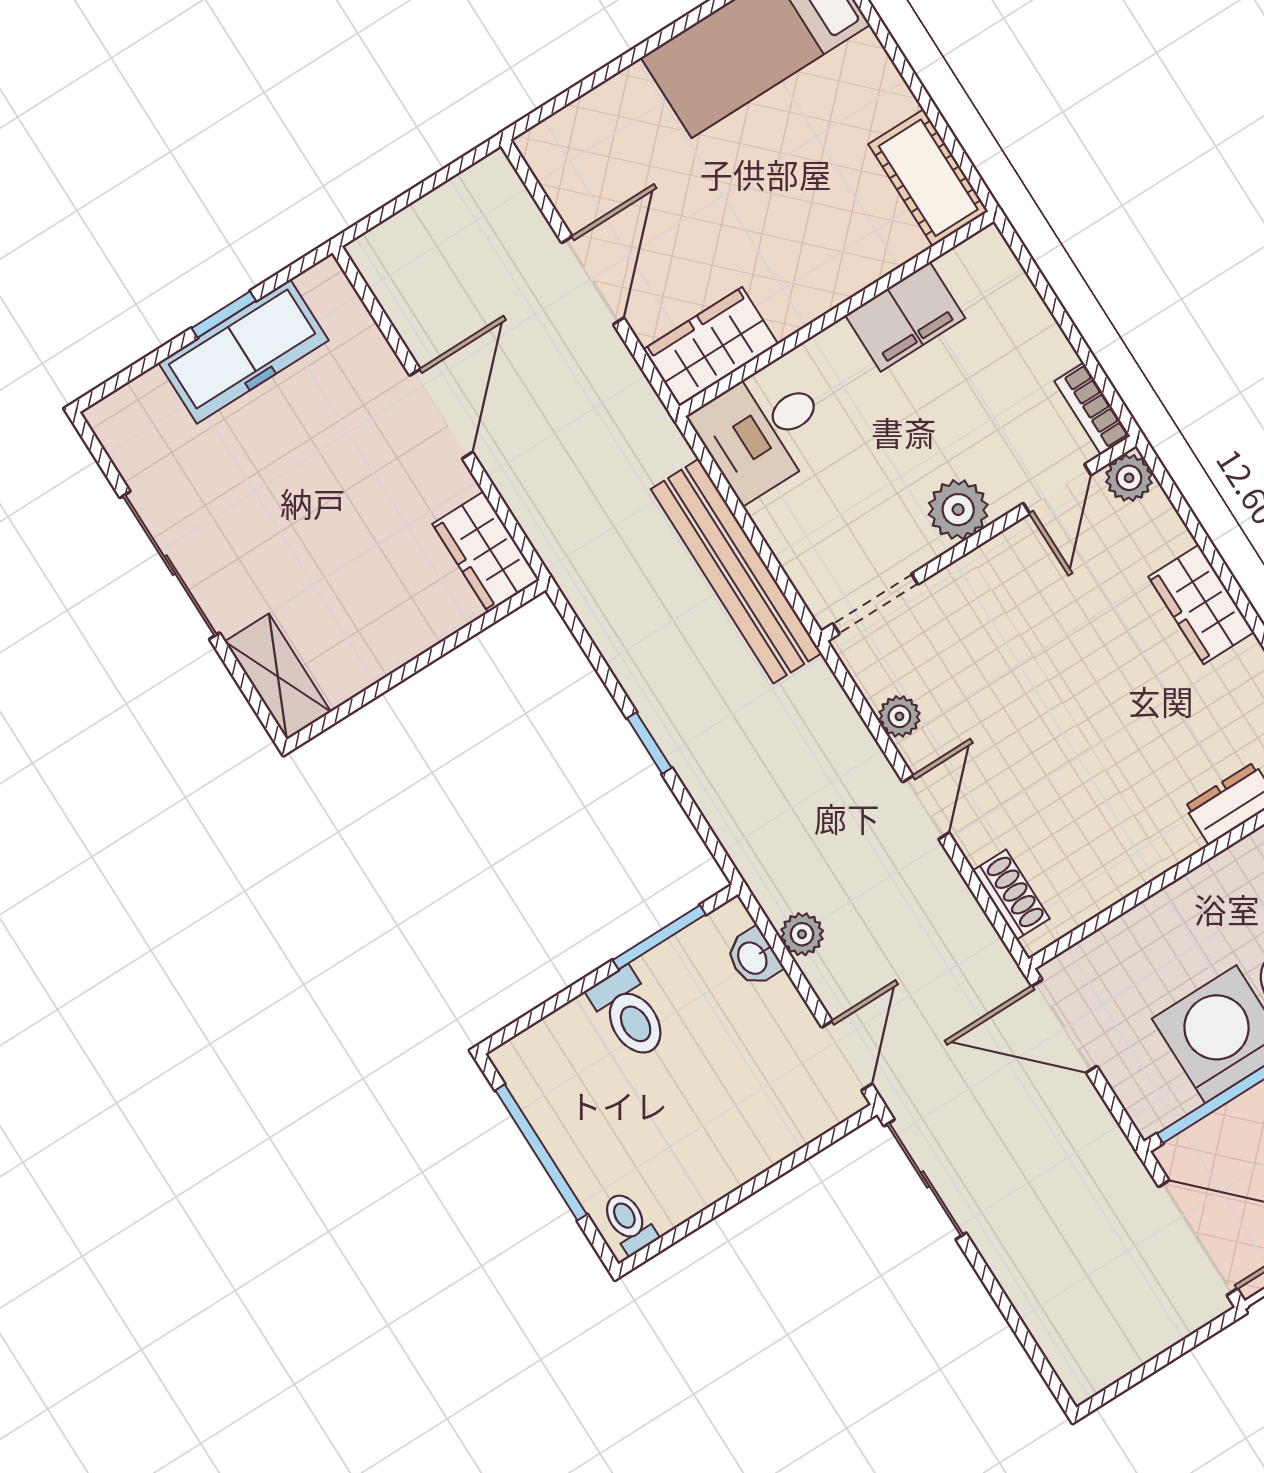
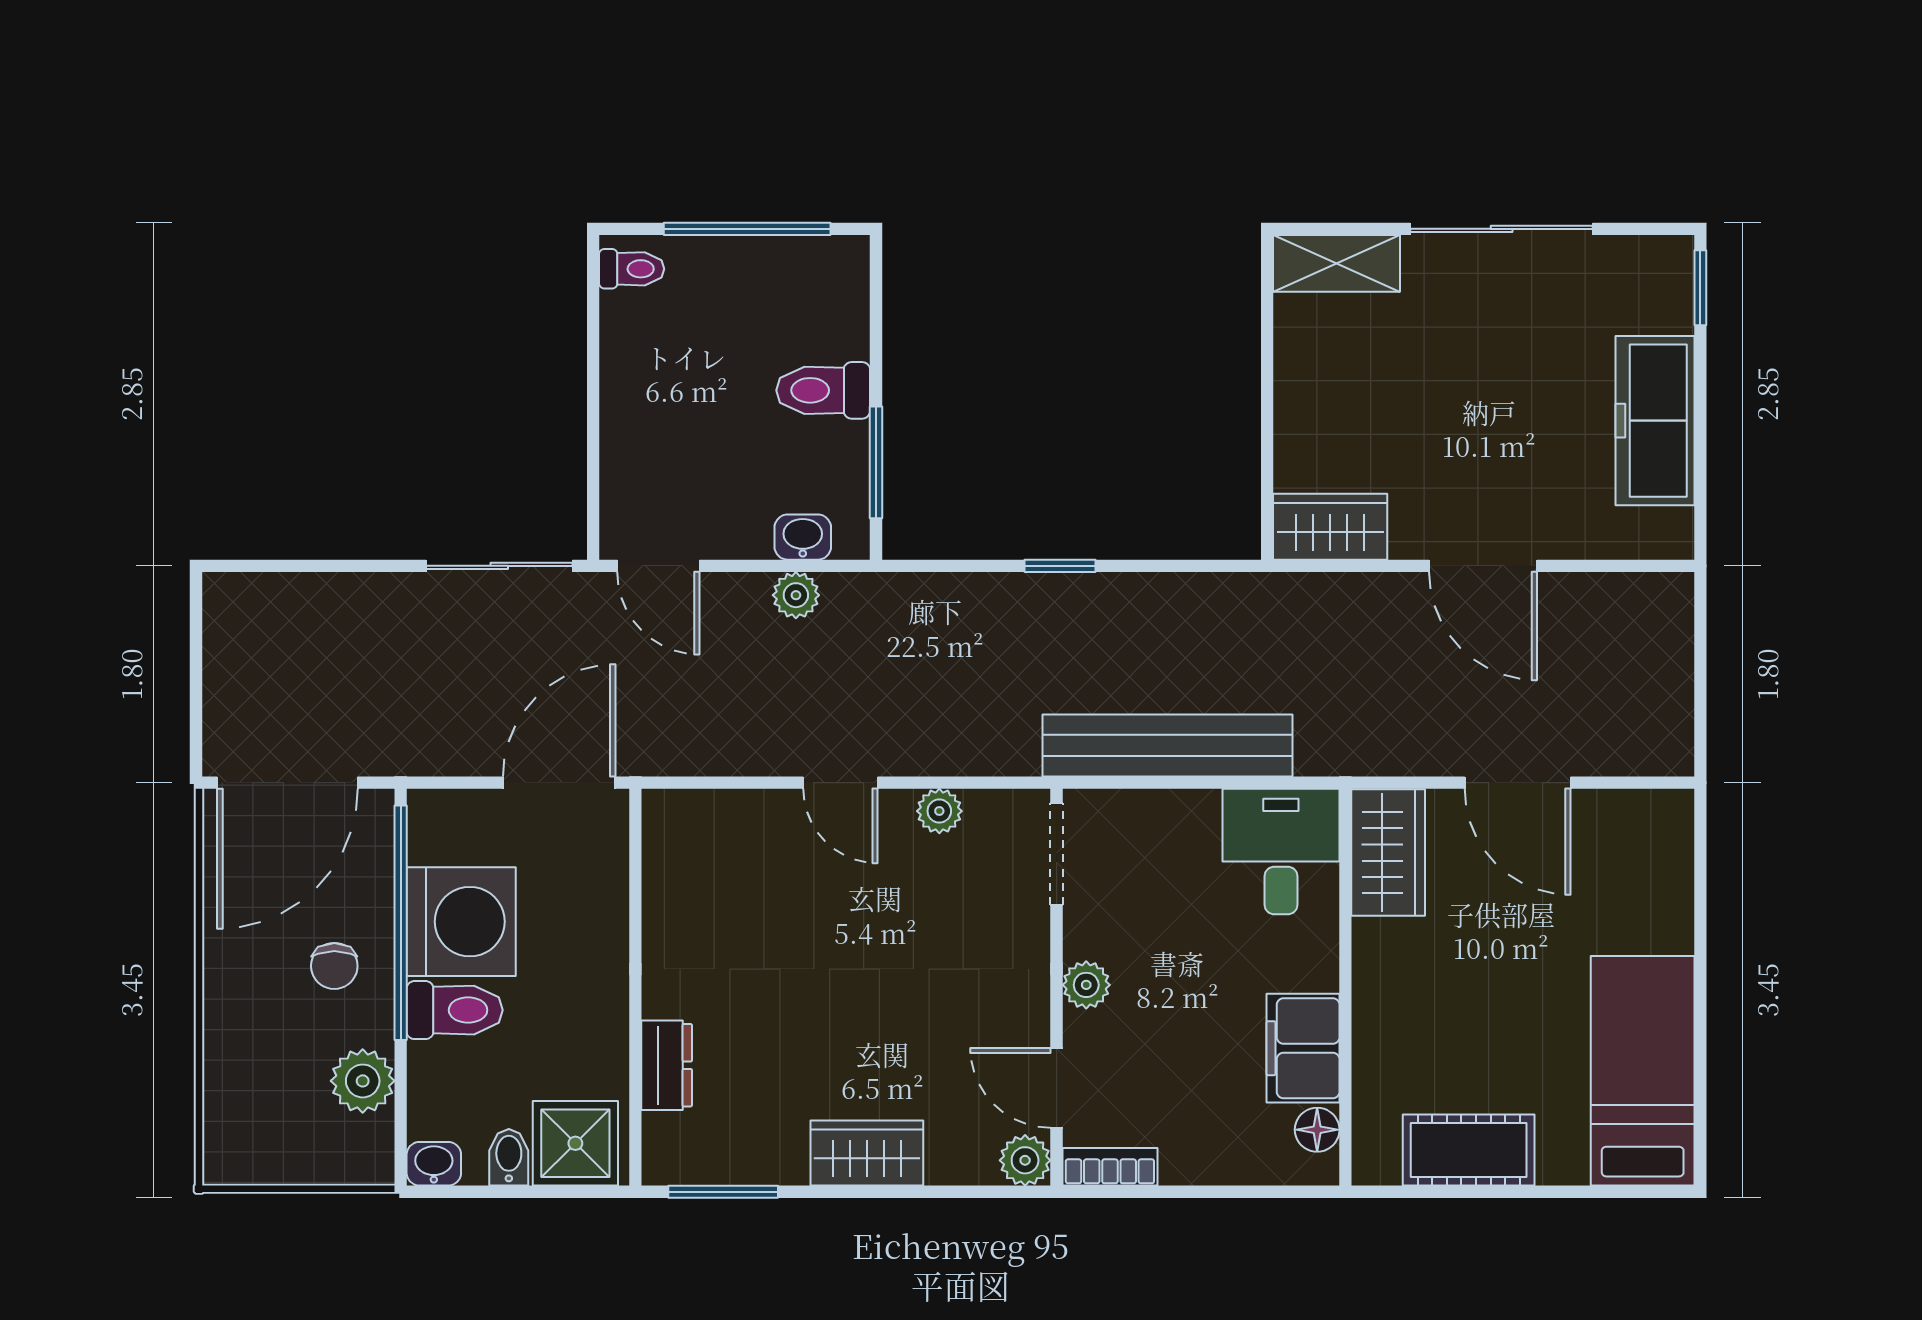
cot: (928, 178) -> (1469, 1150), moved
floor lamp: (962, 266) -> (1317, 1130), added
window: (224, 314) -> (1700, 288), moved
plant: (958, 510) -> (1086, 985), width x0.73, depth x0.73
shoe rack: (1011, 895) -> (711, 810), removed

